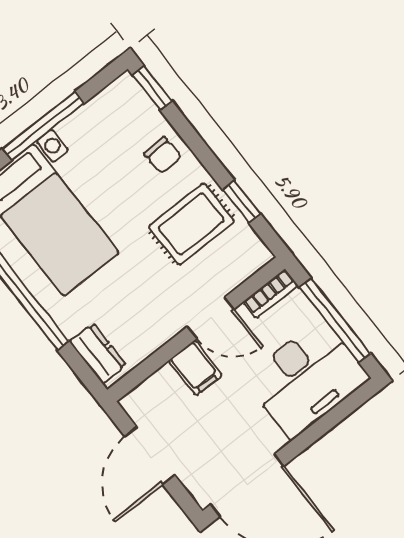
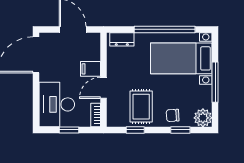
window: (152, 88) -> (180, 130), moved
plant: (124, 98) -> (203, 118), added
window: (335, 321) -> (69, 130), width x0.46

